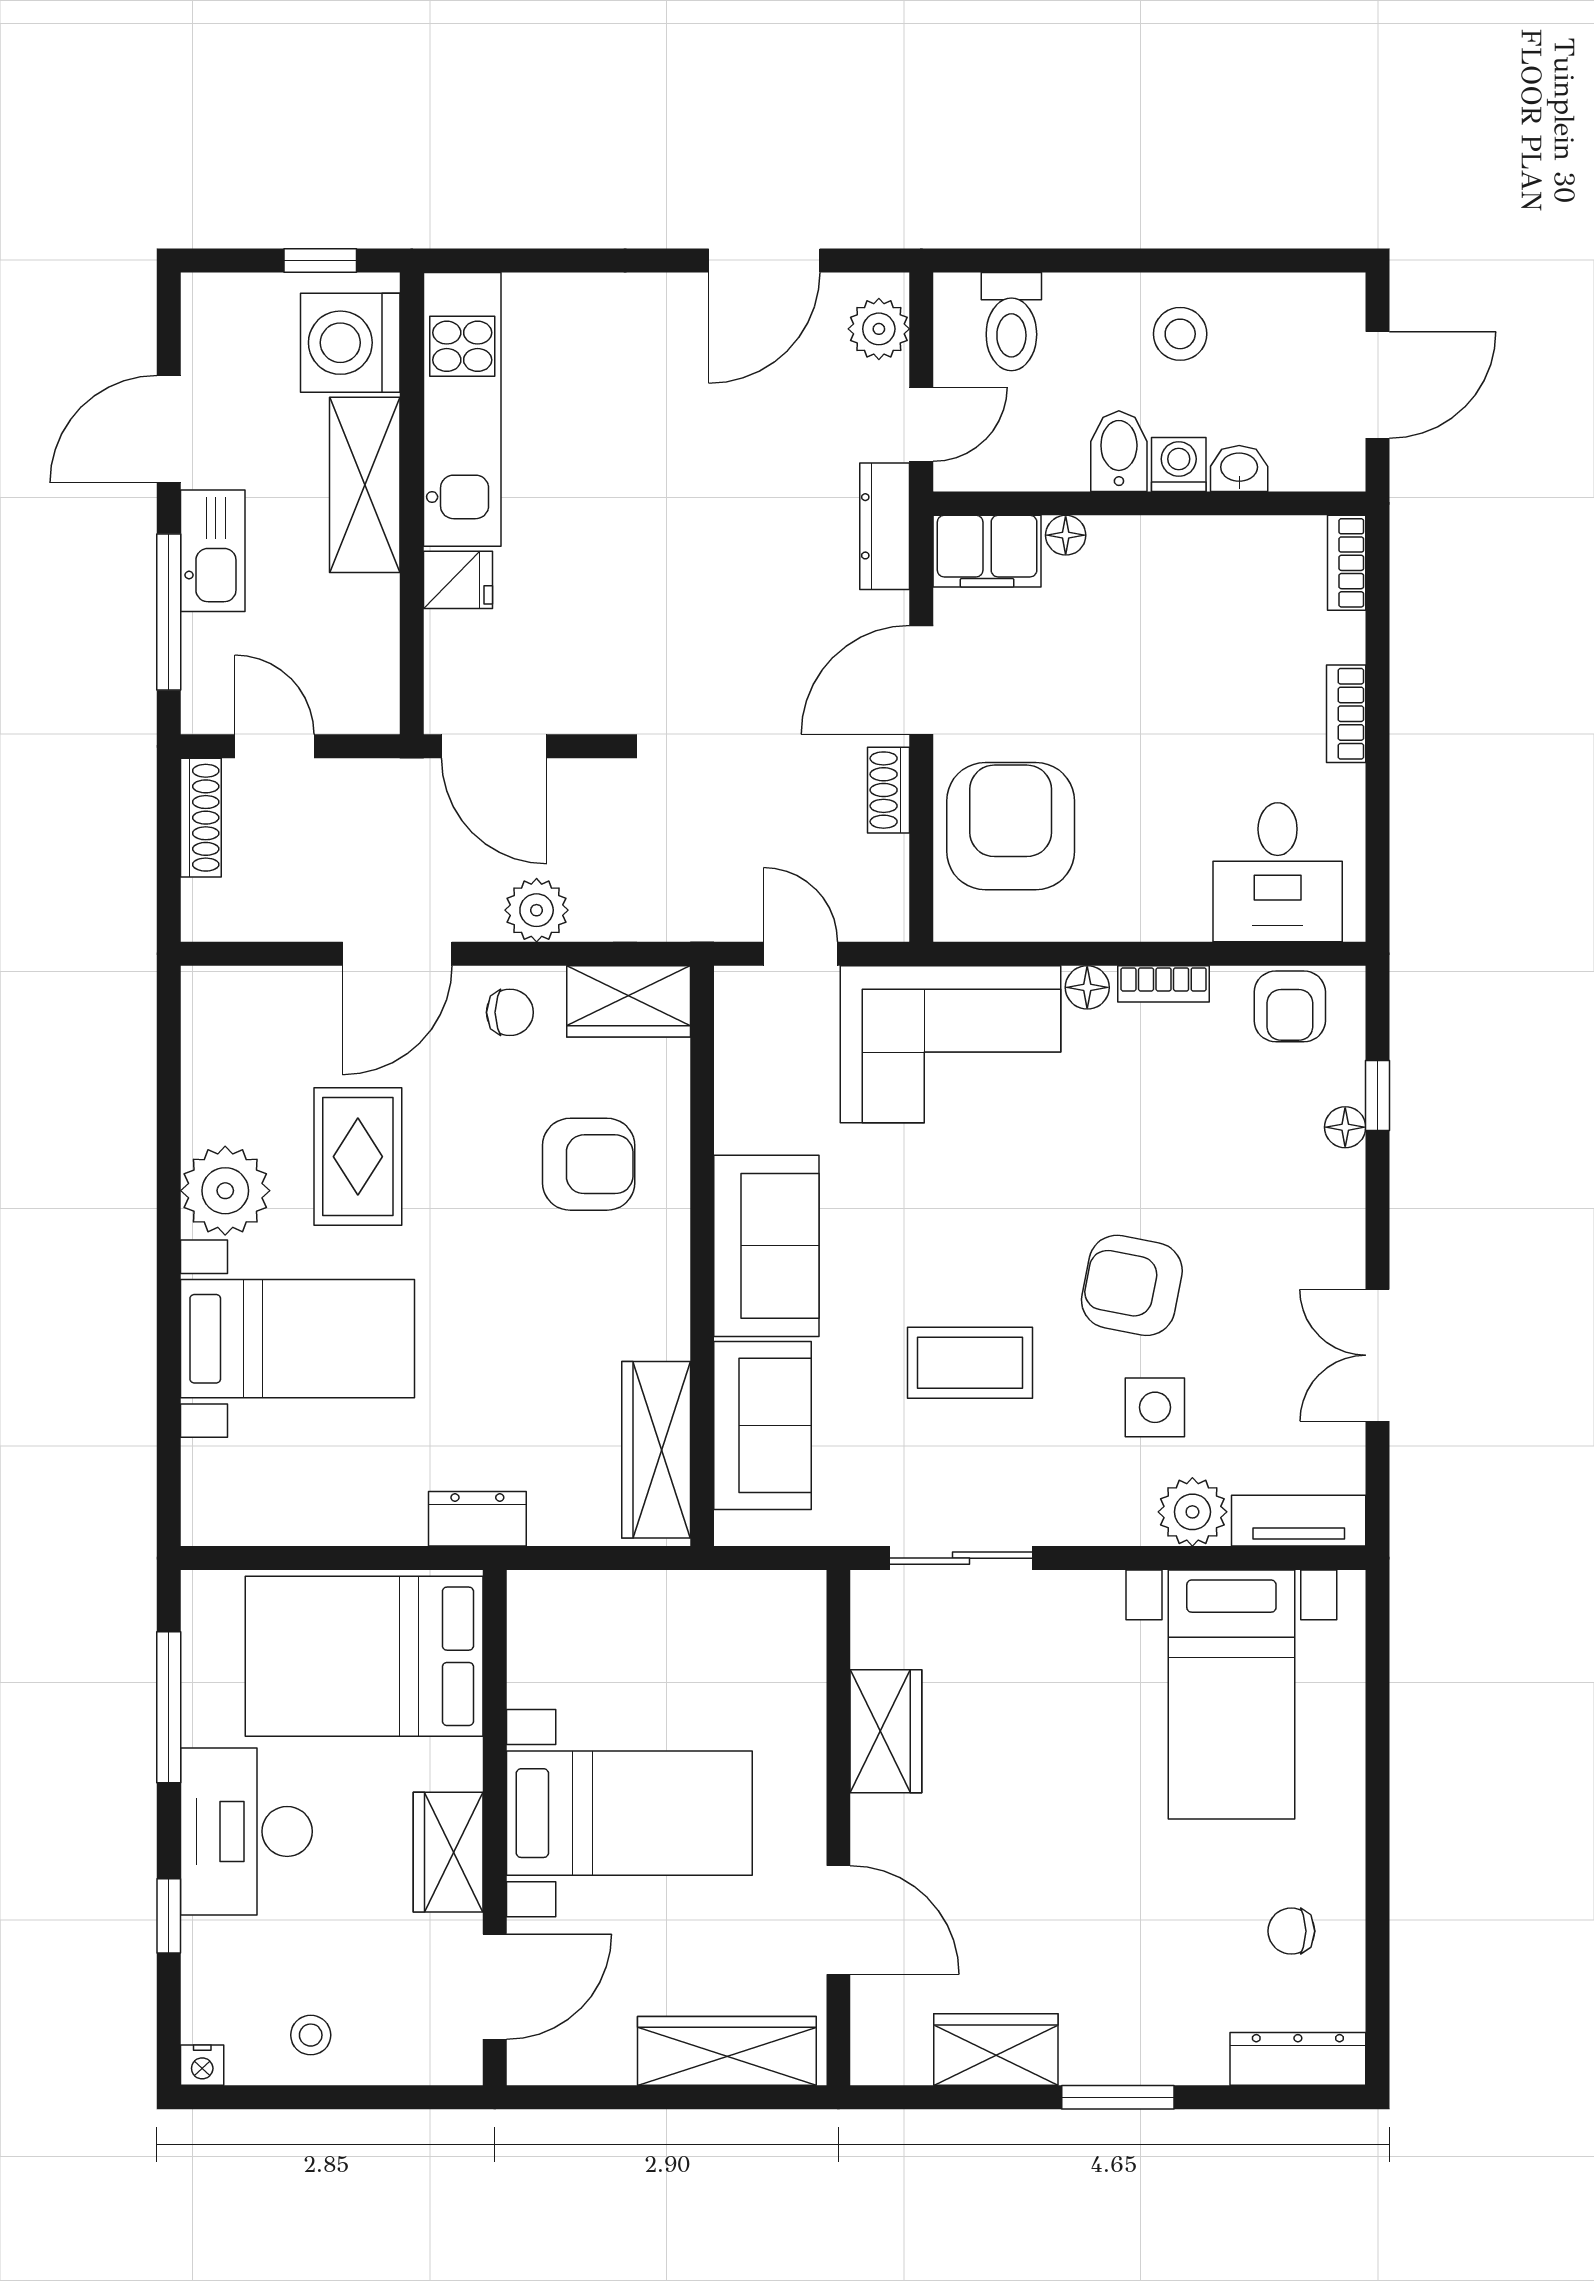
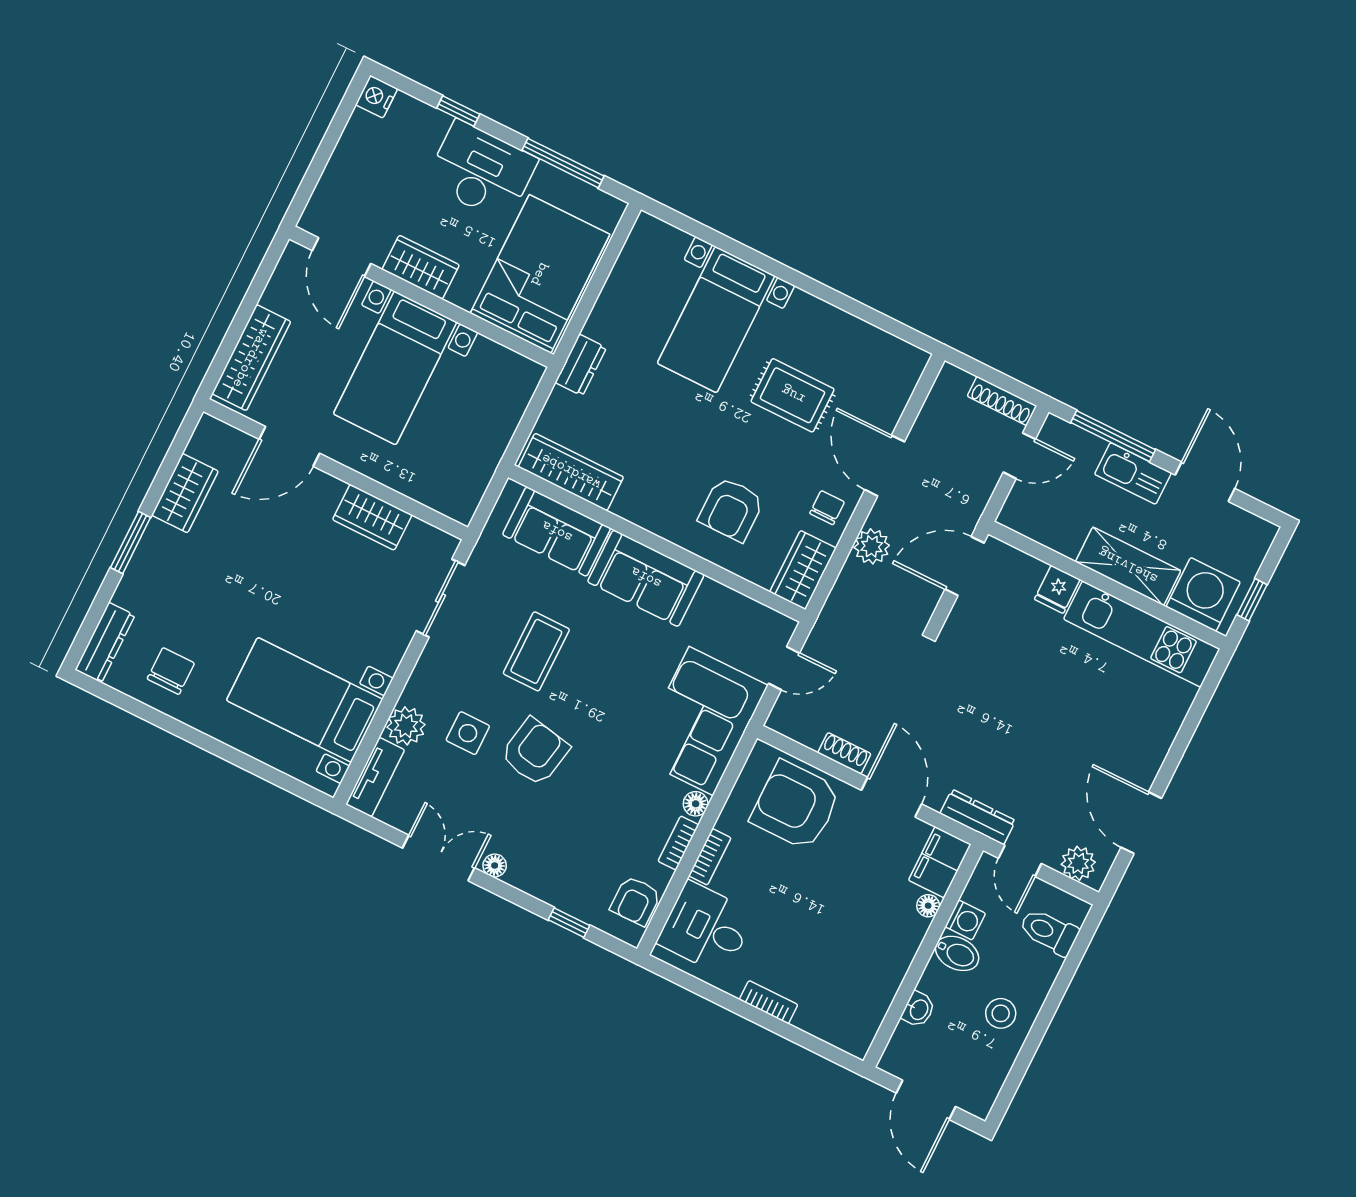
washing machine: (1179, 464) -> (965, 920), moved
bookcase: (1347, 563) -> (710, 857), moved, turned 90
armchair: (1011, 826) -> (796, 806), turned 180
armchair: (1290, 1006) -> (636, 901), turned -90
chair: (510, 1012) -> (827, 508), turned 180
floor lamp: (1345, 1127) -> (495, 866), moved
plant: (225, 1191) -> (808, 320), removed
chair: (1291, 1931) -> (171, 671), width x1.37, depth x1.37
stool: (311, 2035) -> (363, 153), removed
nightstand: (202, 2065) -> (377, 97), width x1.39, depth x1.35

